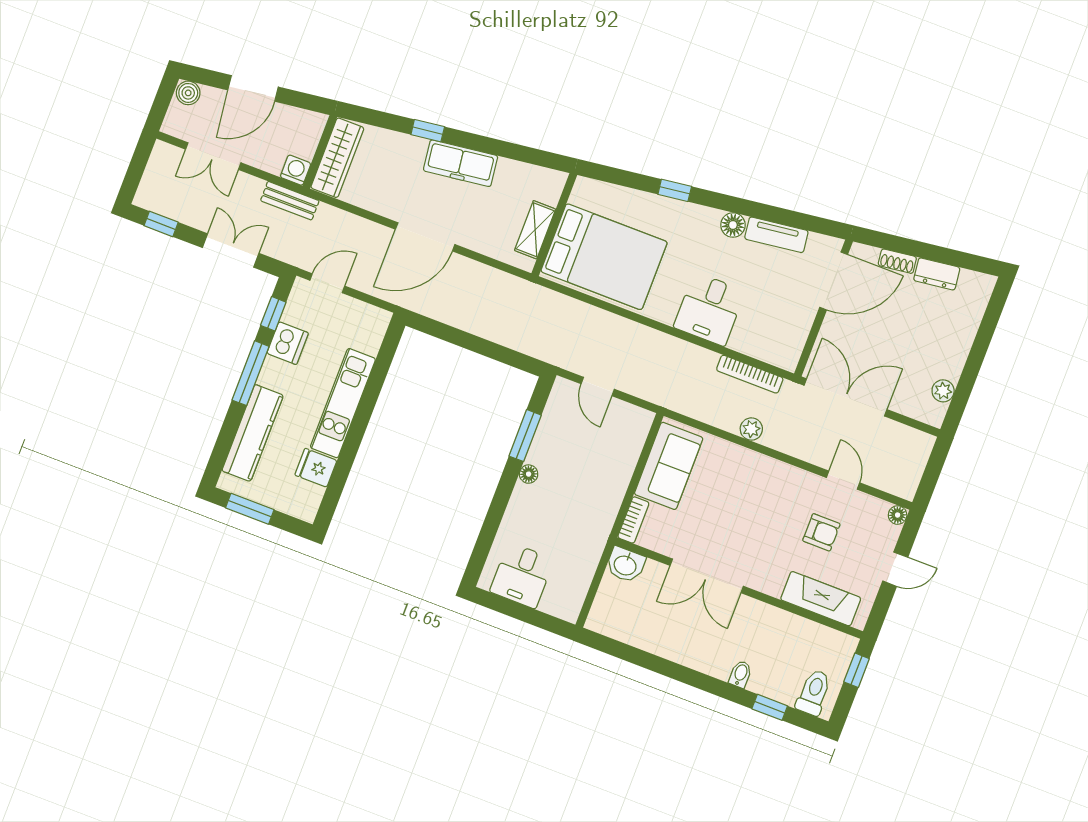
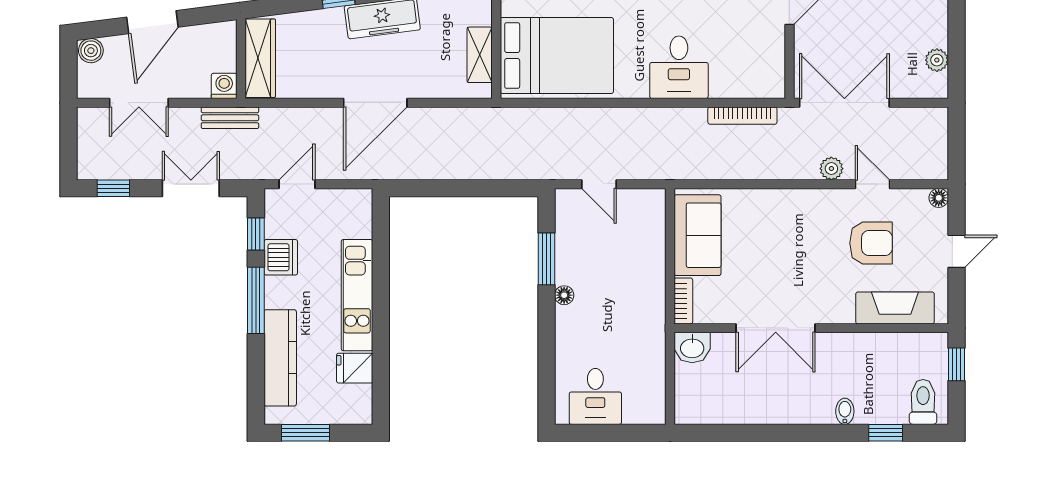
plant: (751, 429) -> (831, 169), moved
armchair: (821, 532) -> (871, 243), width x1.38, depth x1.38

